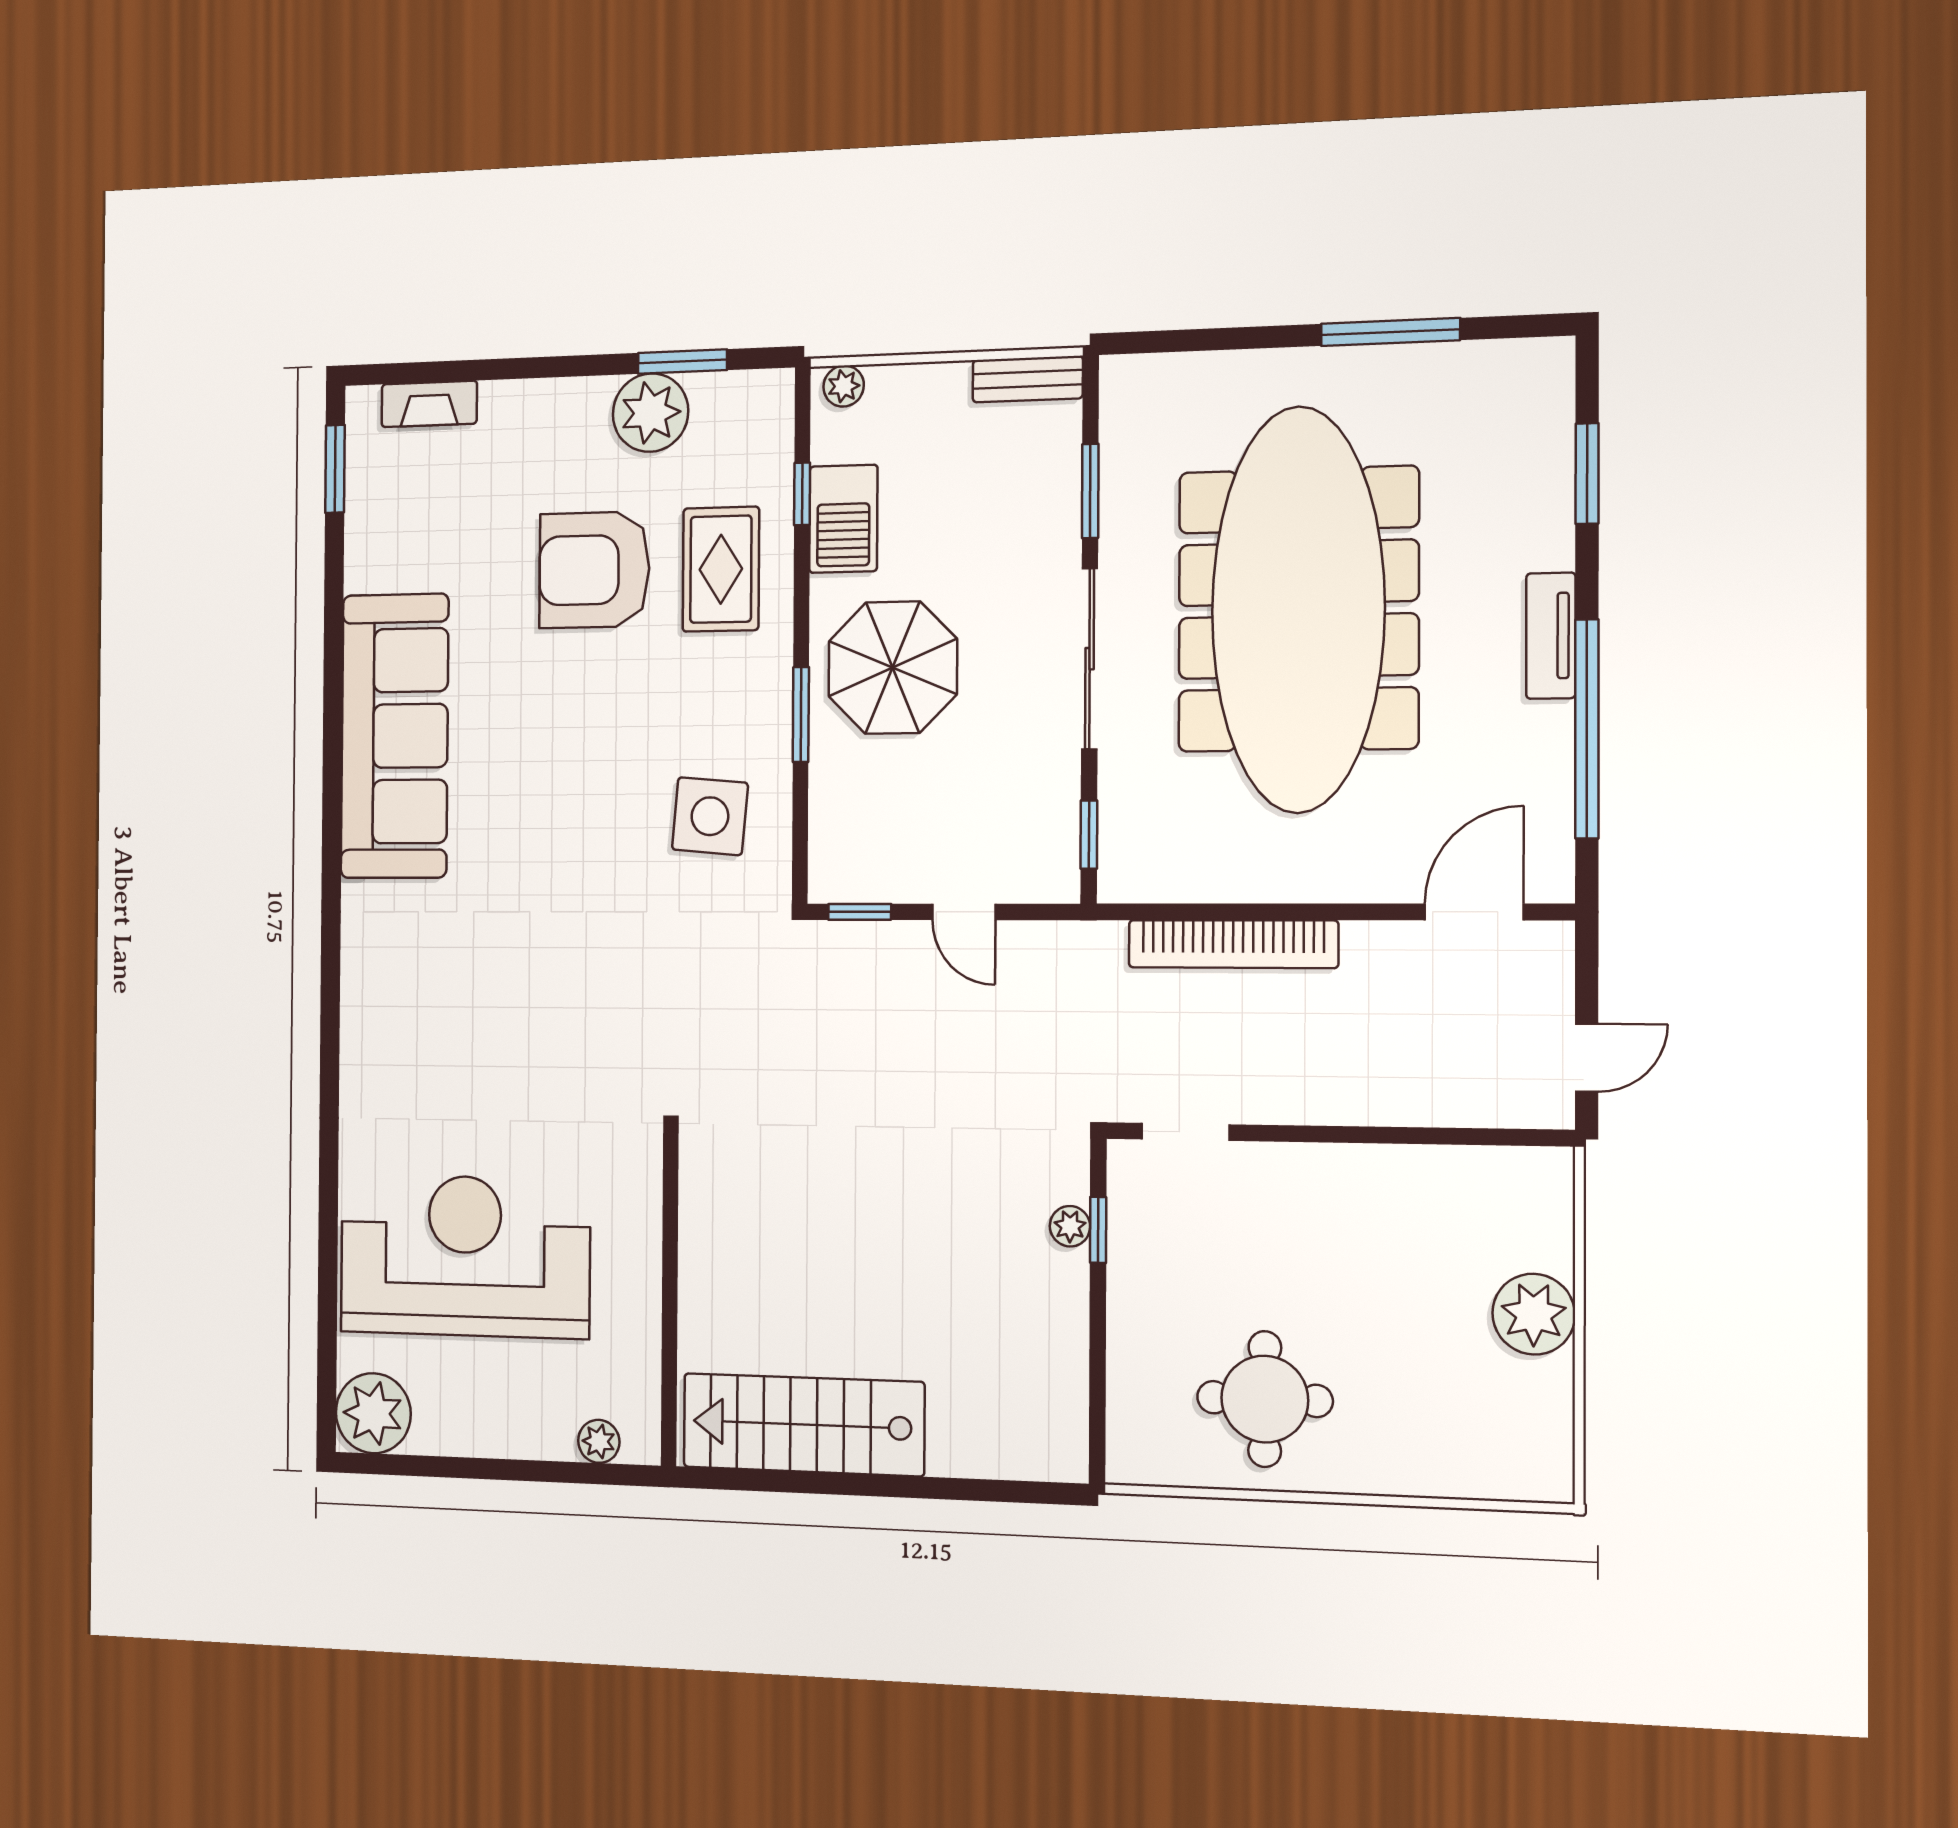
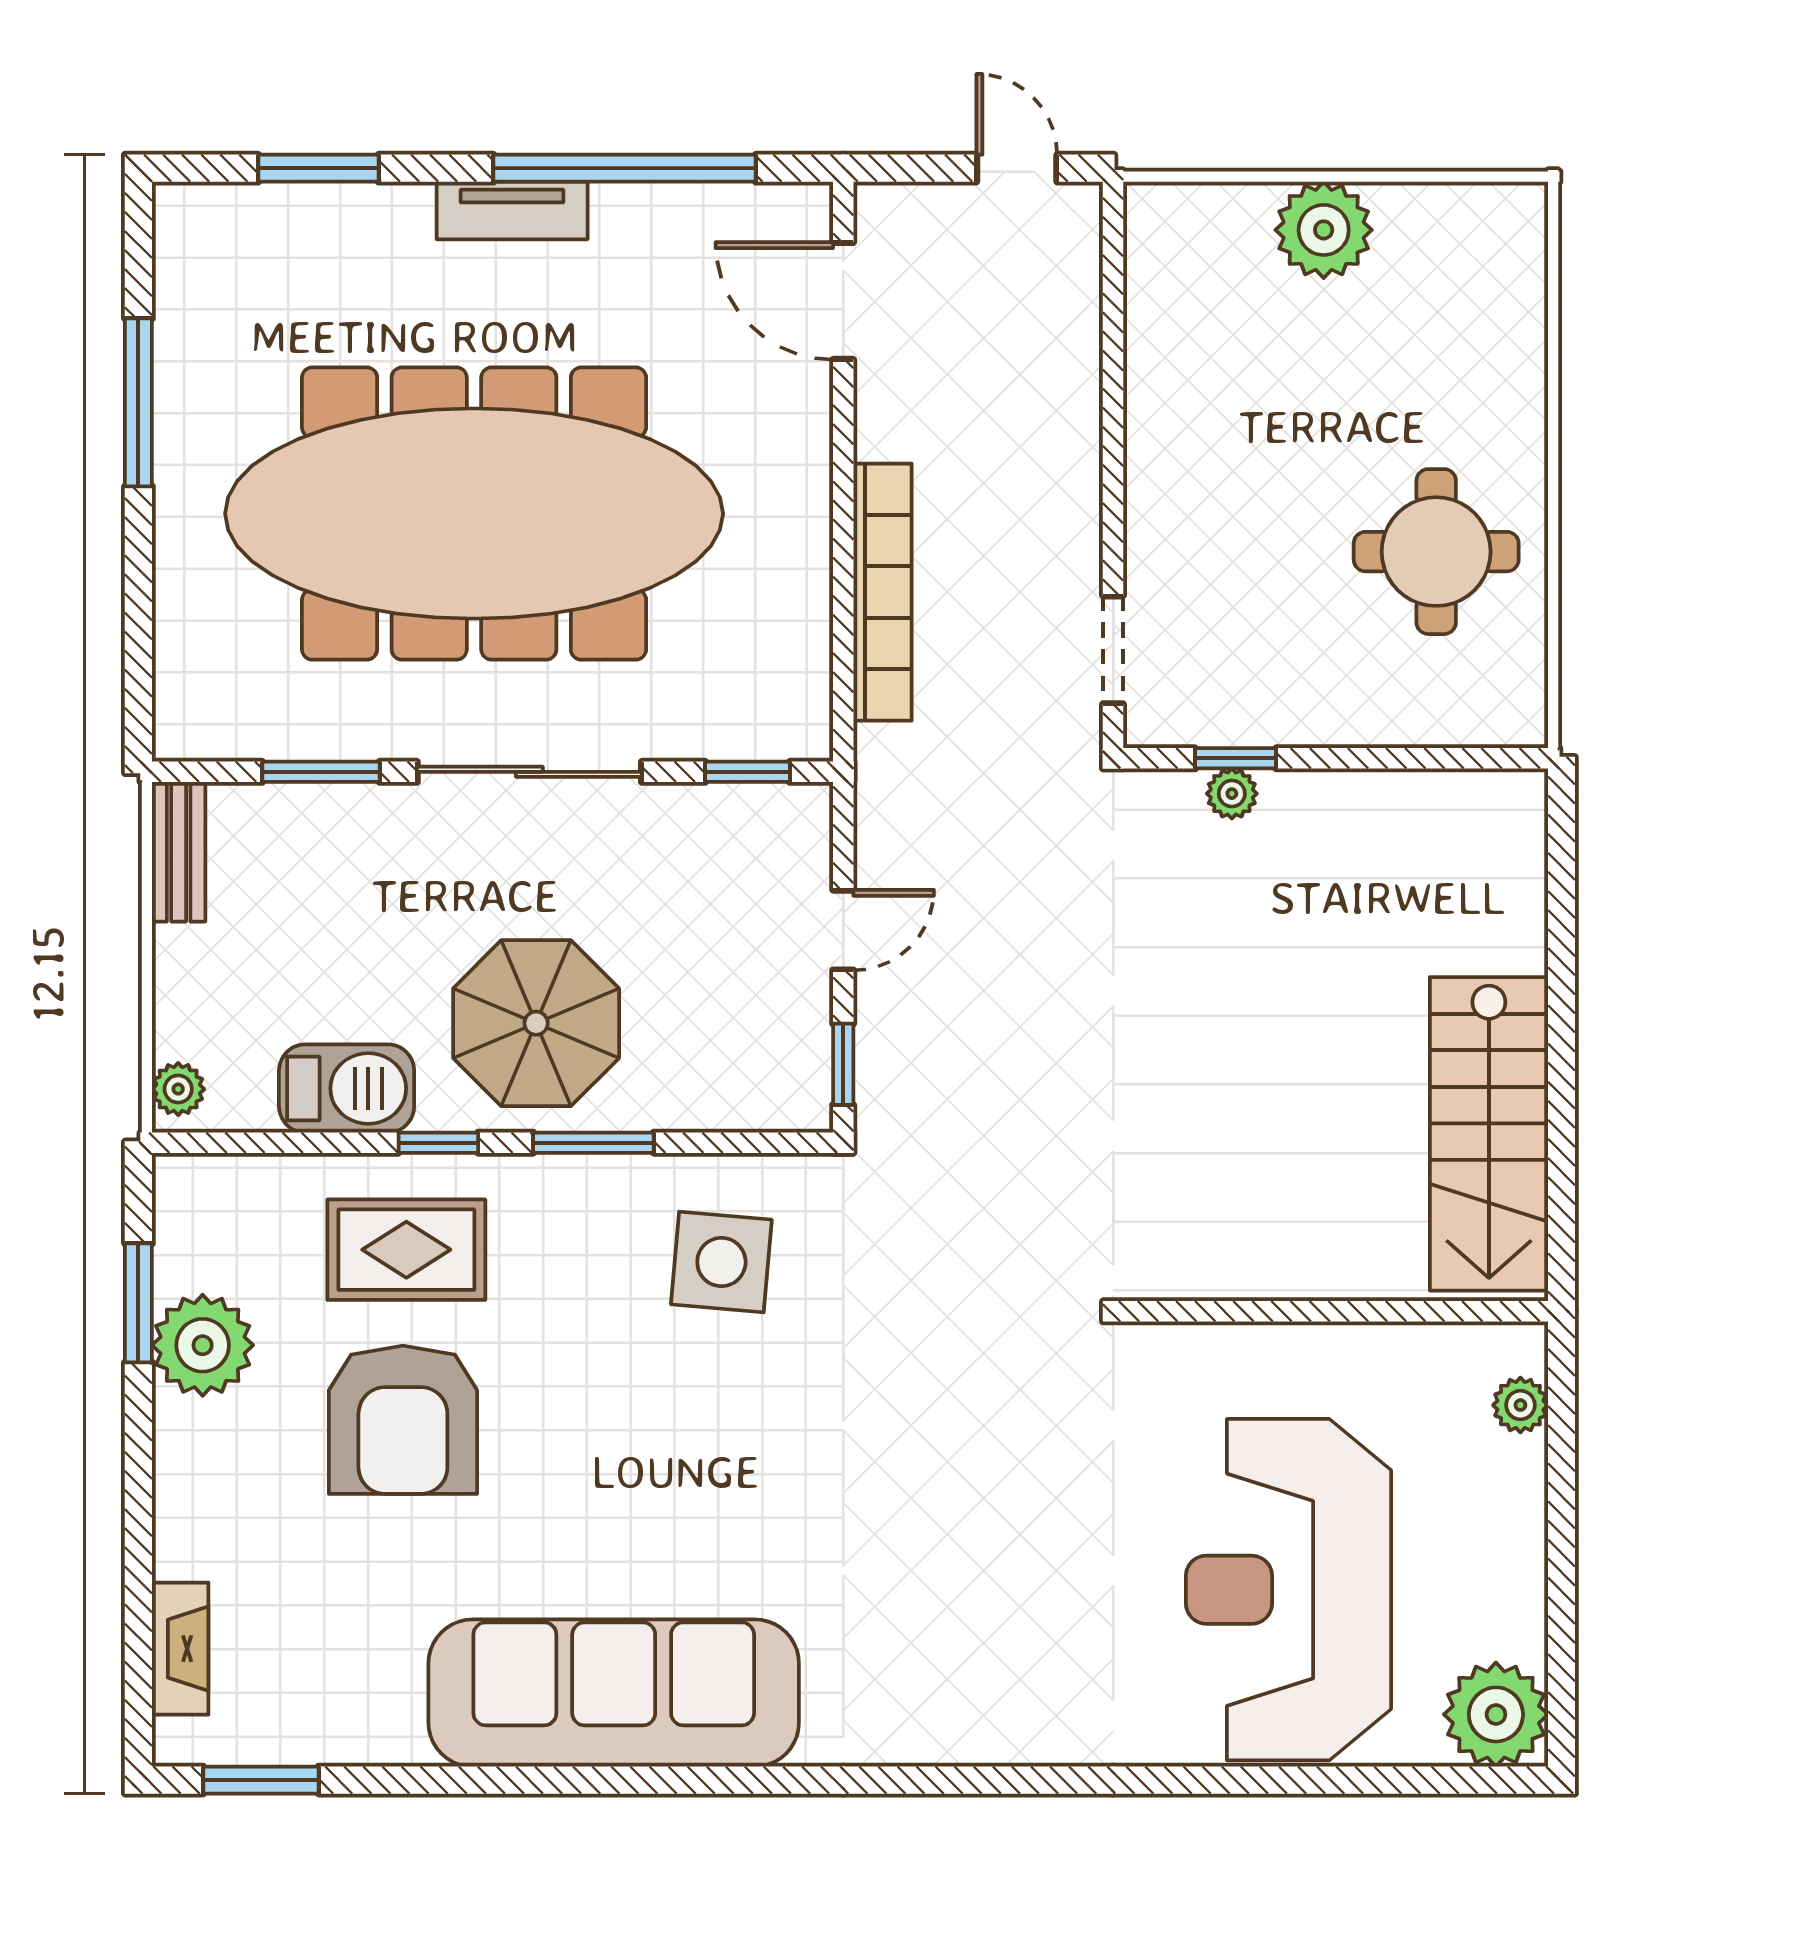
window: (802, 494) -> (438, 1143), moved

